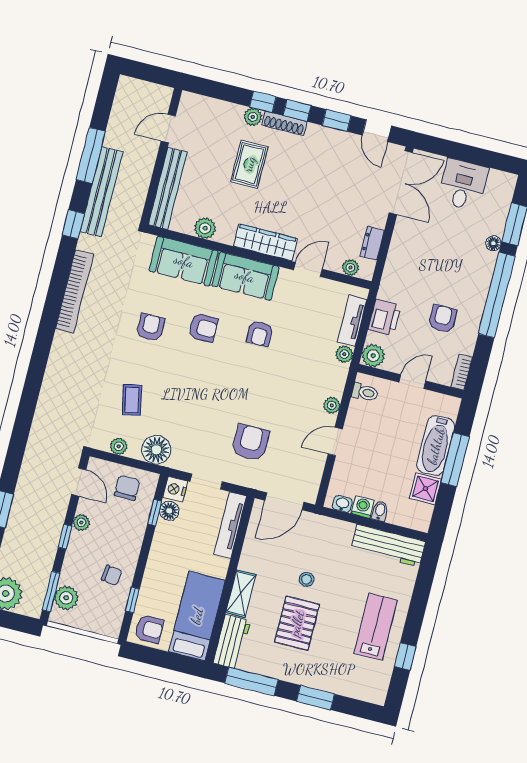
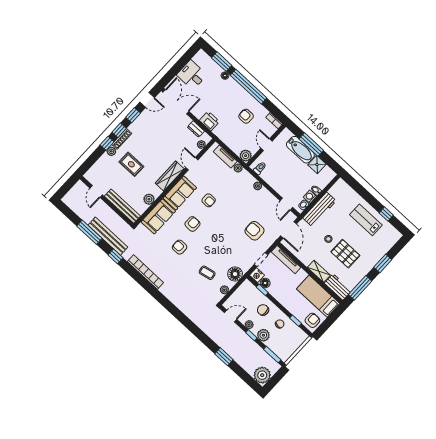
printer: (385, 317) -> (209, 121), moved
door: (335, 442) -> (286, 204), moved
chair: (127, 488) -> (263, 310), moved
workbench: (388, 546) -> (319, 209), moved
plant: (66, 598) -> (263, 335), moved

